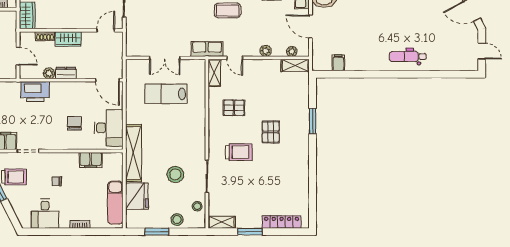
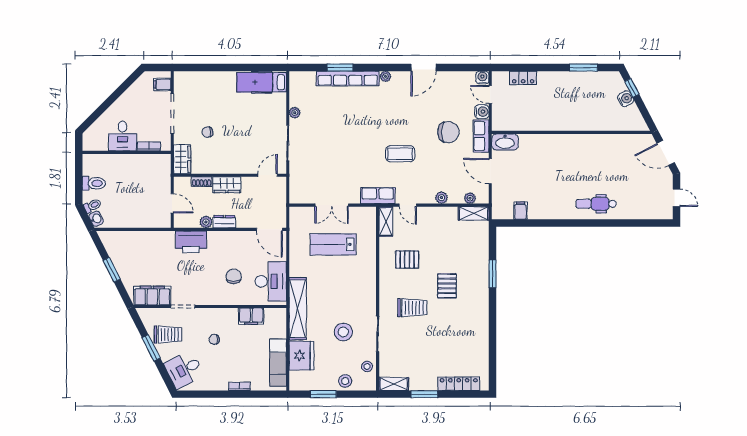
desk: (45, 214) -> (184, 370), moved, turned 63

